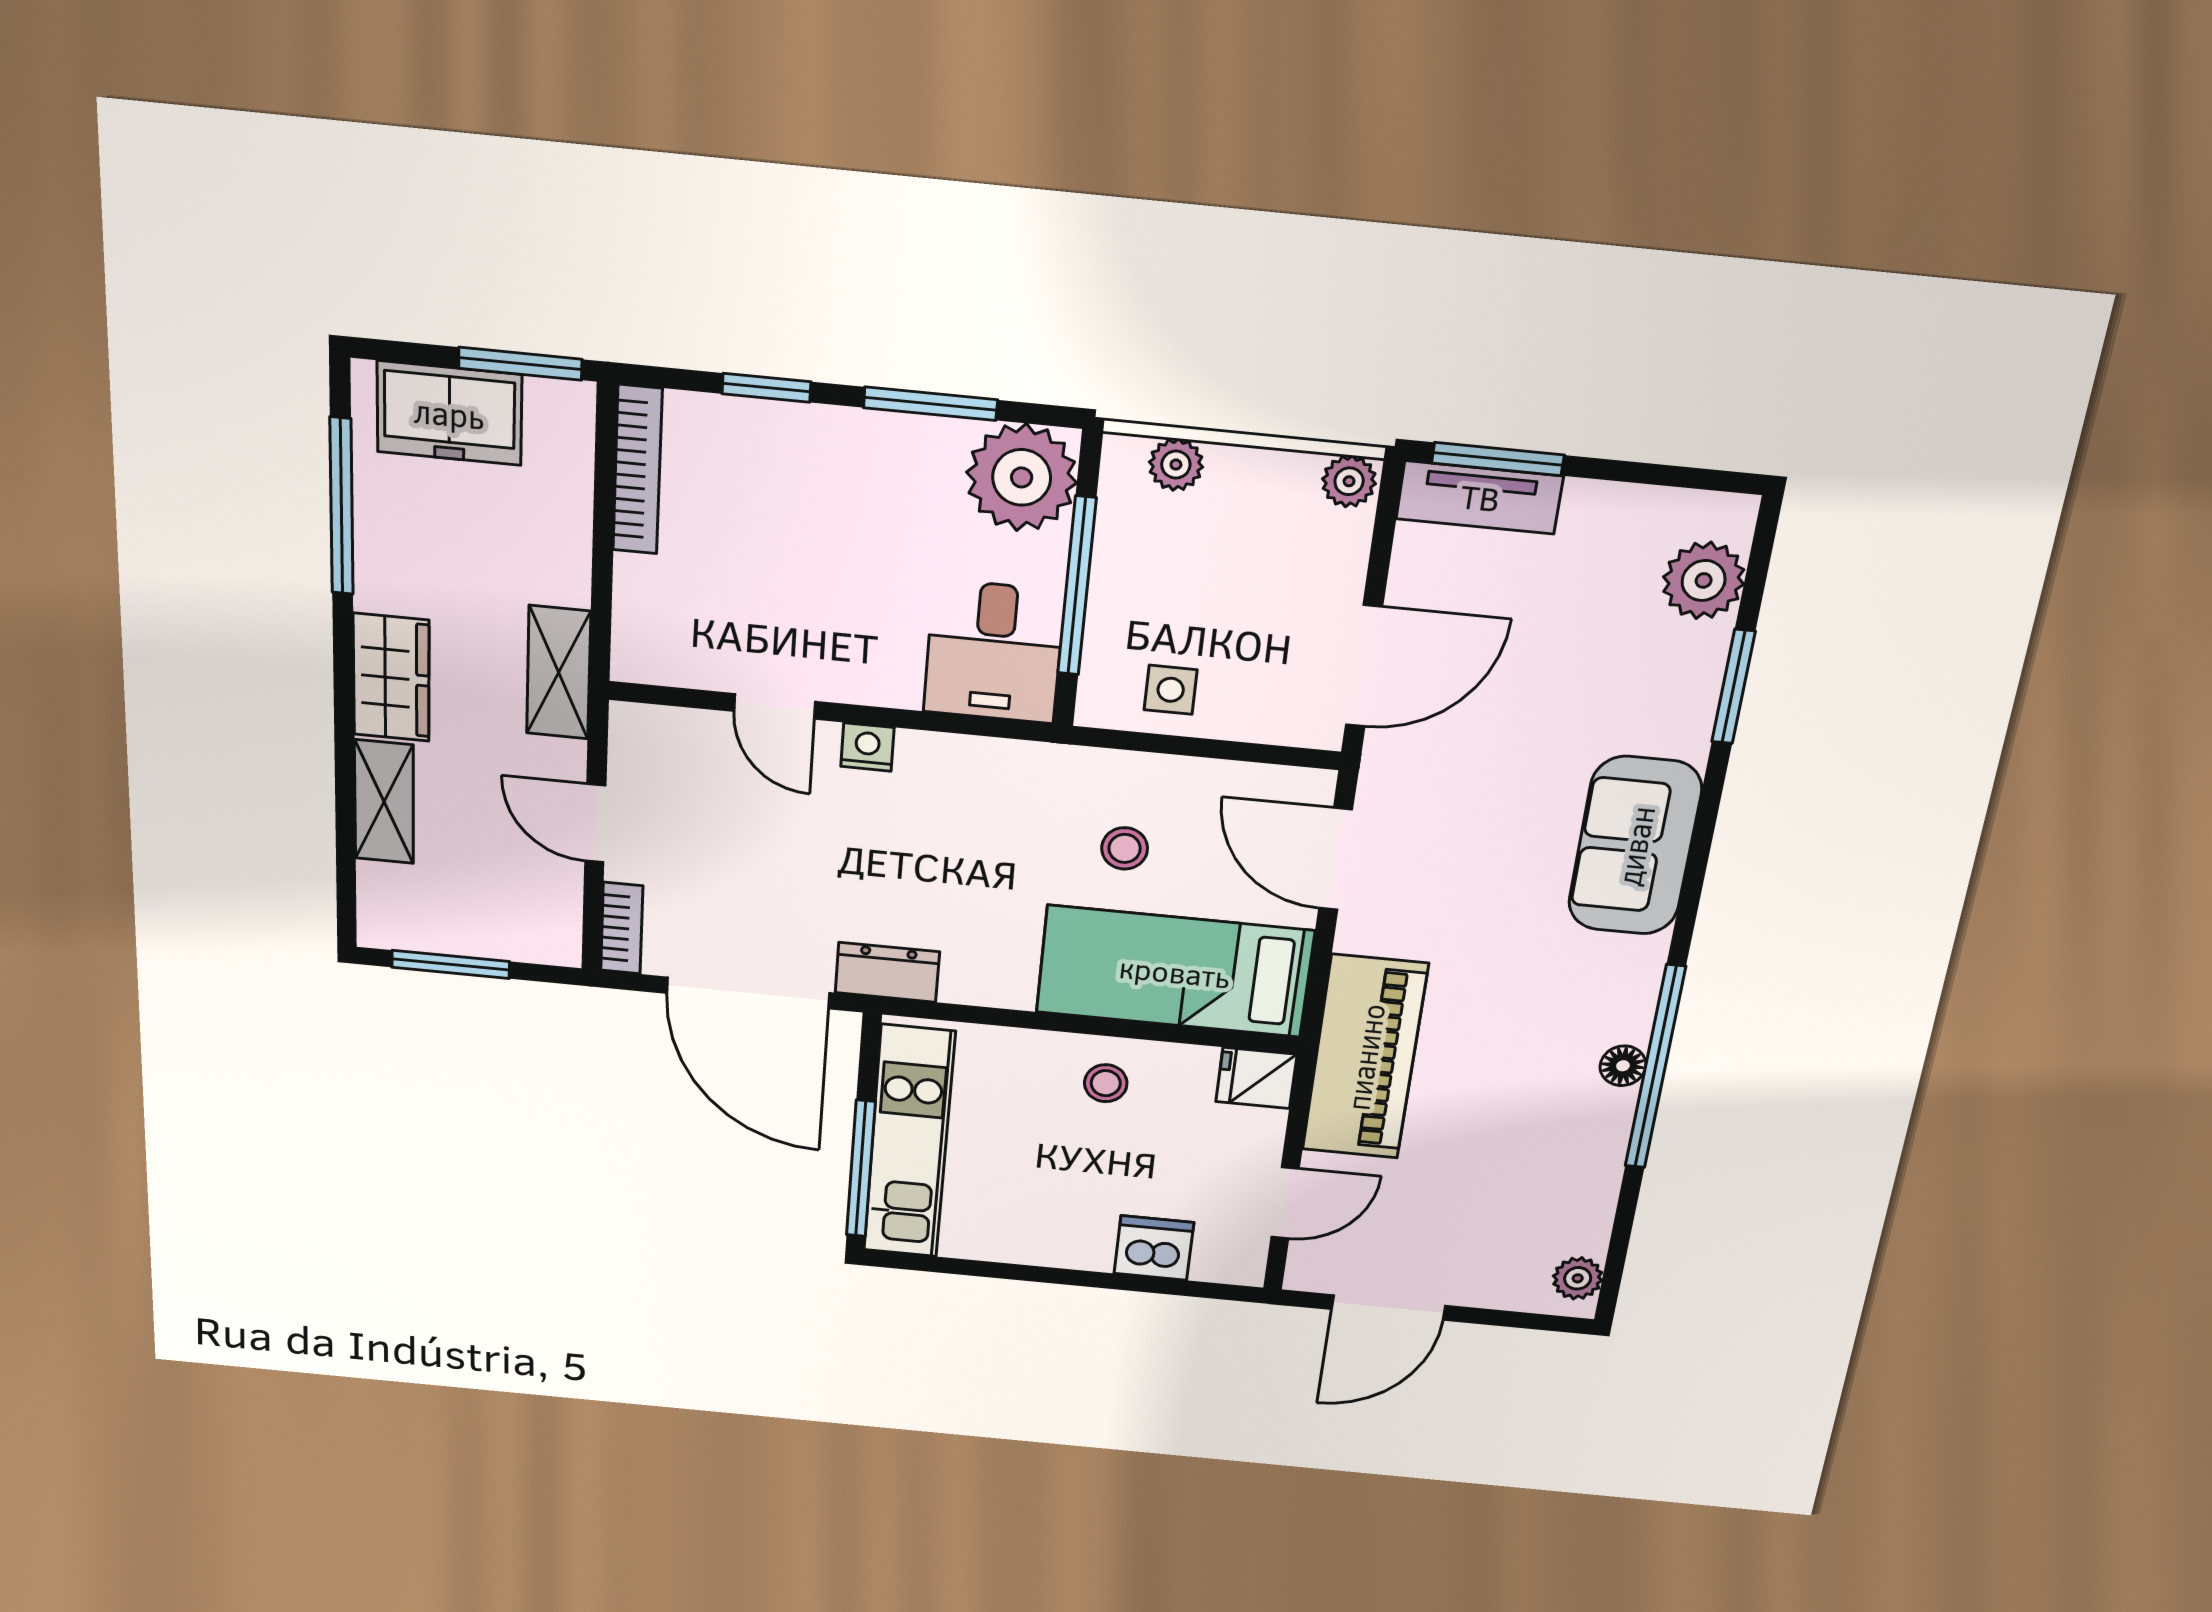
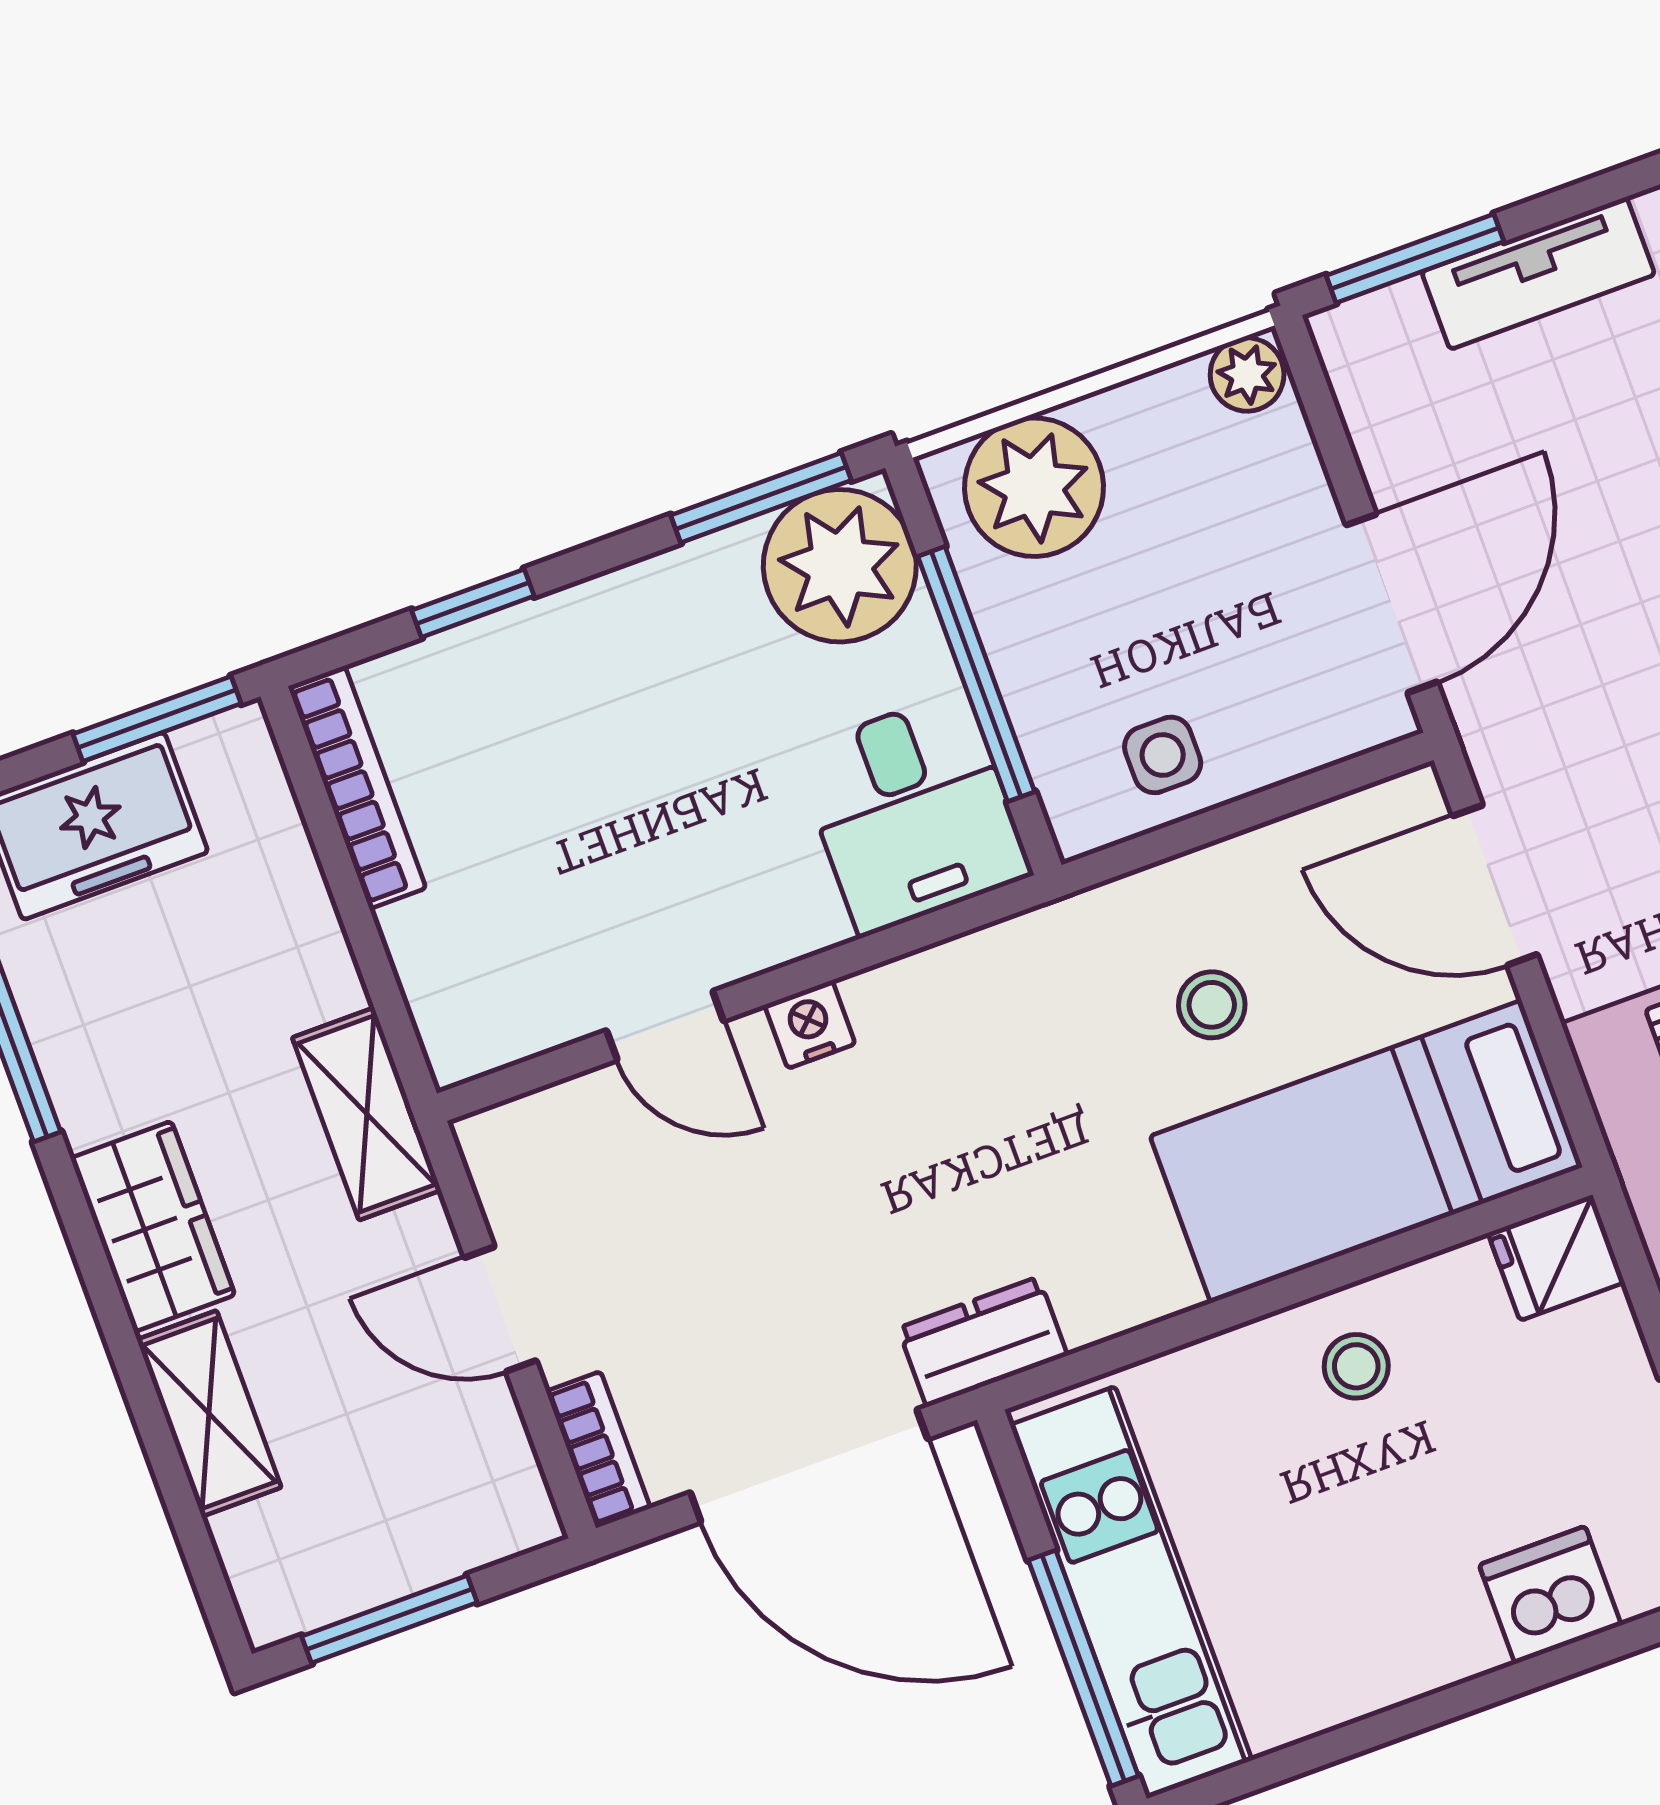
window: (930, 404) -> (761, 498), moved
plant: (1176, 465) -> (1034, 487), width x1.88, depth x1.88
tv unit: (1480, 497) -> (1538, 273), moved

